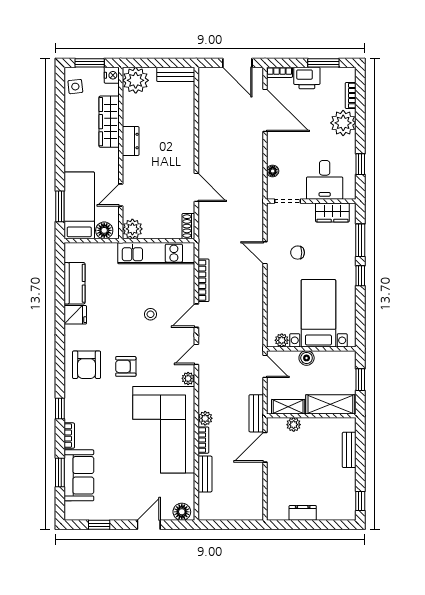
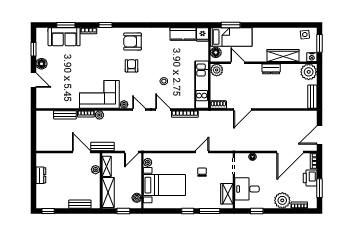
fridge: (75, 315) -> (203, 35), moved
boiler: (307, 358) -> (137, 198), moved
corner sofa: (164, 430) -> (99, 94), width x0.73, depth x0.74
floor lamp: (182, 512) -> (42, 64), moved

